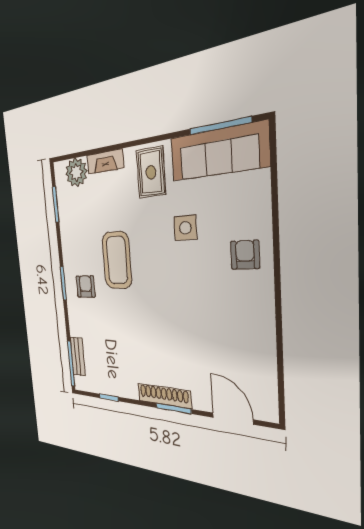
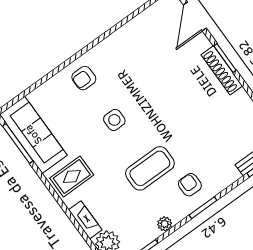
side table: (185, 228) -> (114, 120), moved
plant: (67, 239) -> (165, 224), added
armchair: (86, 287) -> (190, 185), turned 90

